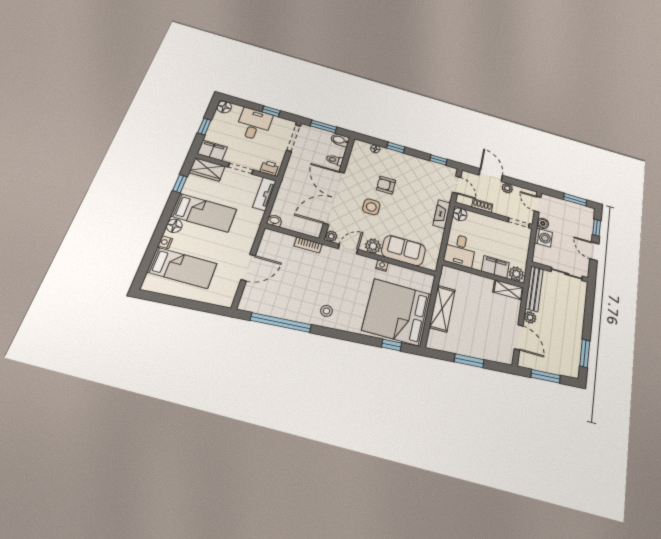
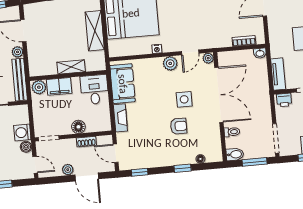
floor lamp: (460, 214) -> (78, 127), moved
bookcase: (308, 245) -> (244, 41), moved
sofa: (403, 250) -> (123, 84), moved, turned -90
shelving: (508, 290) -> (71, 67), moved

